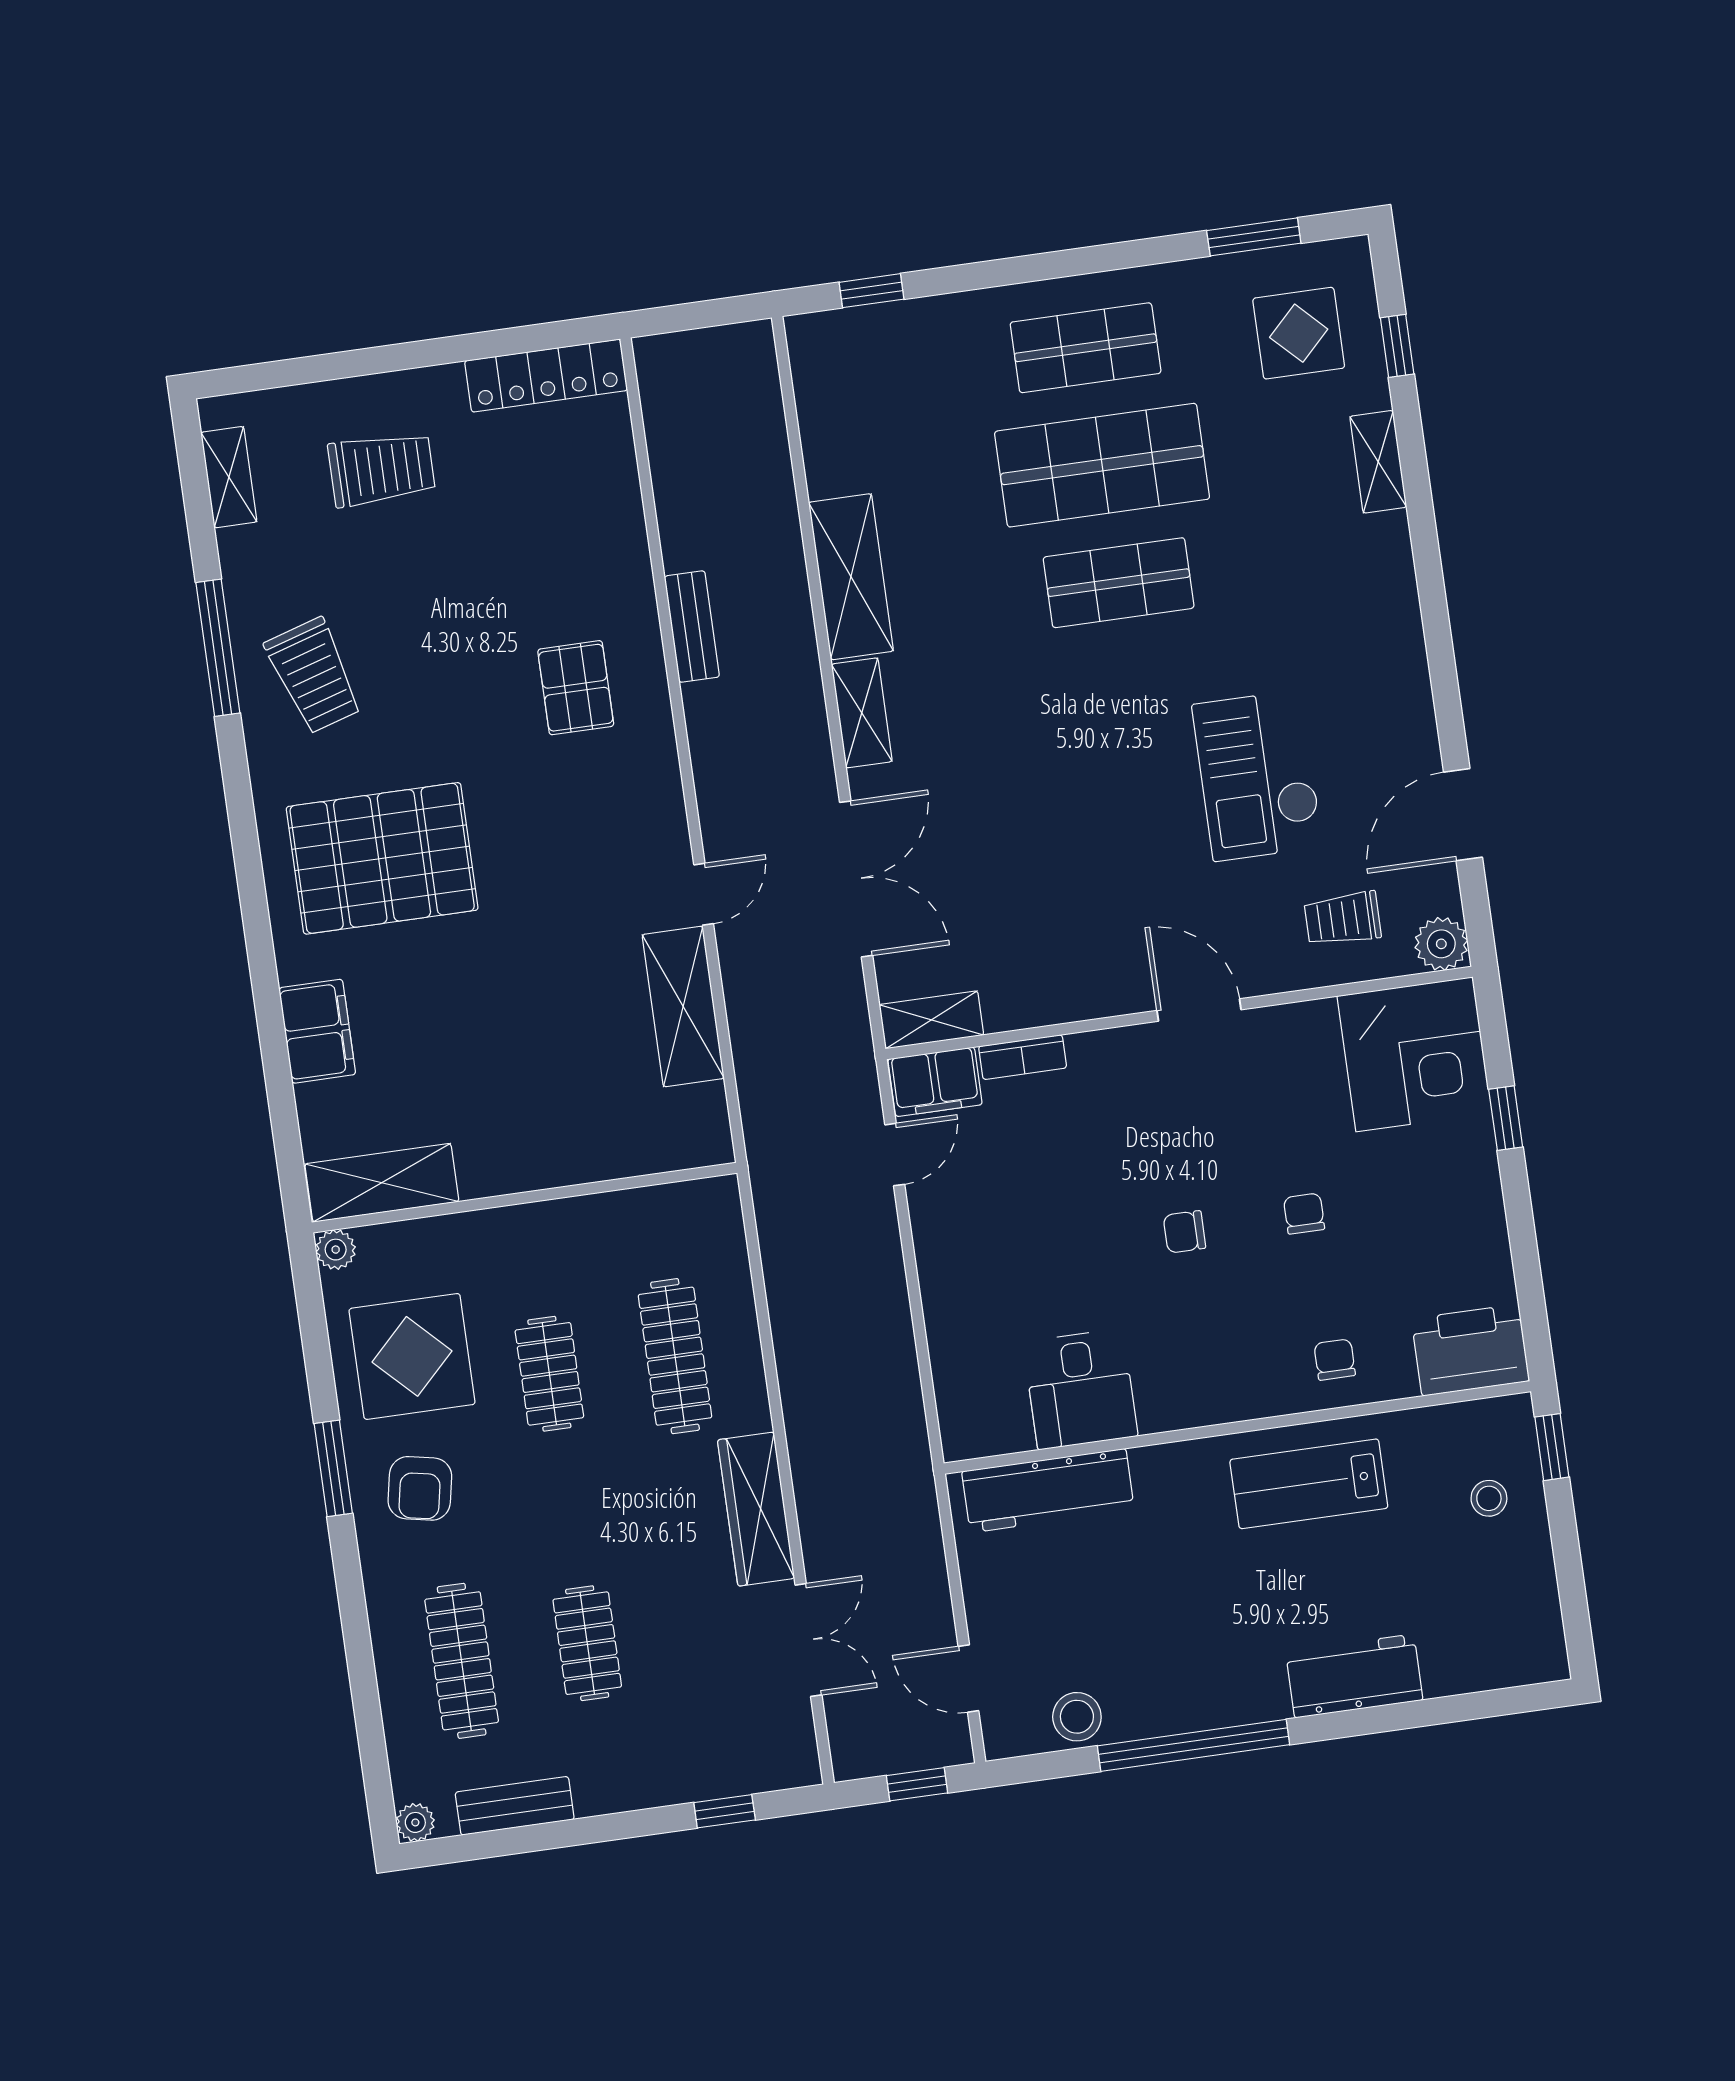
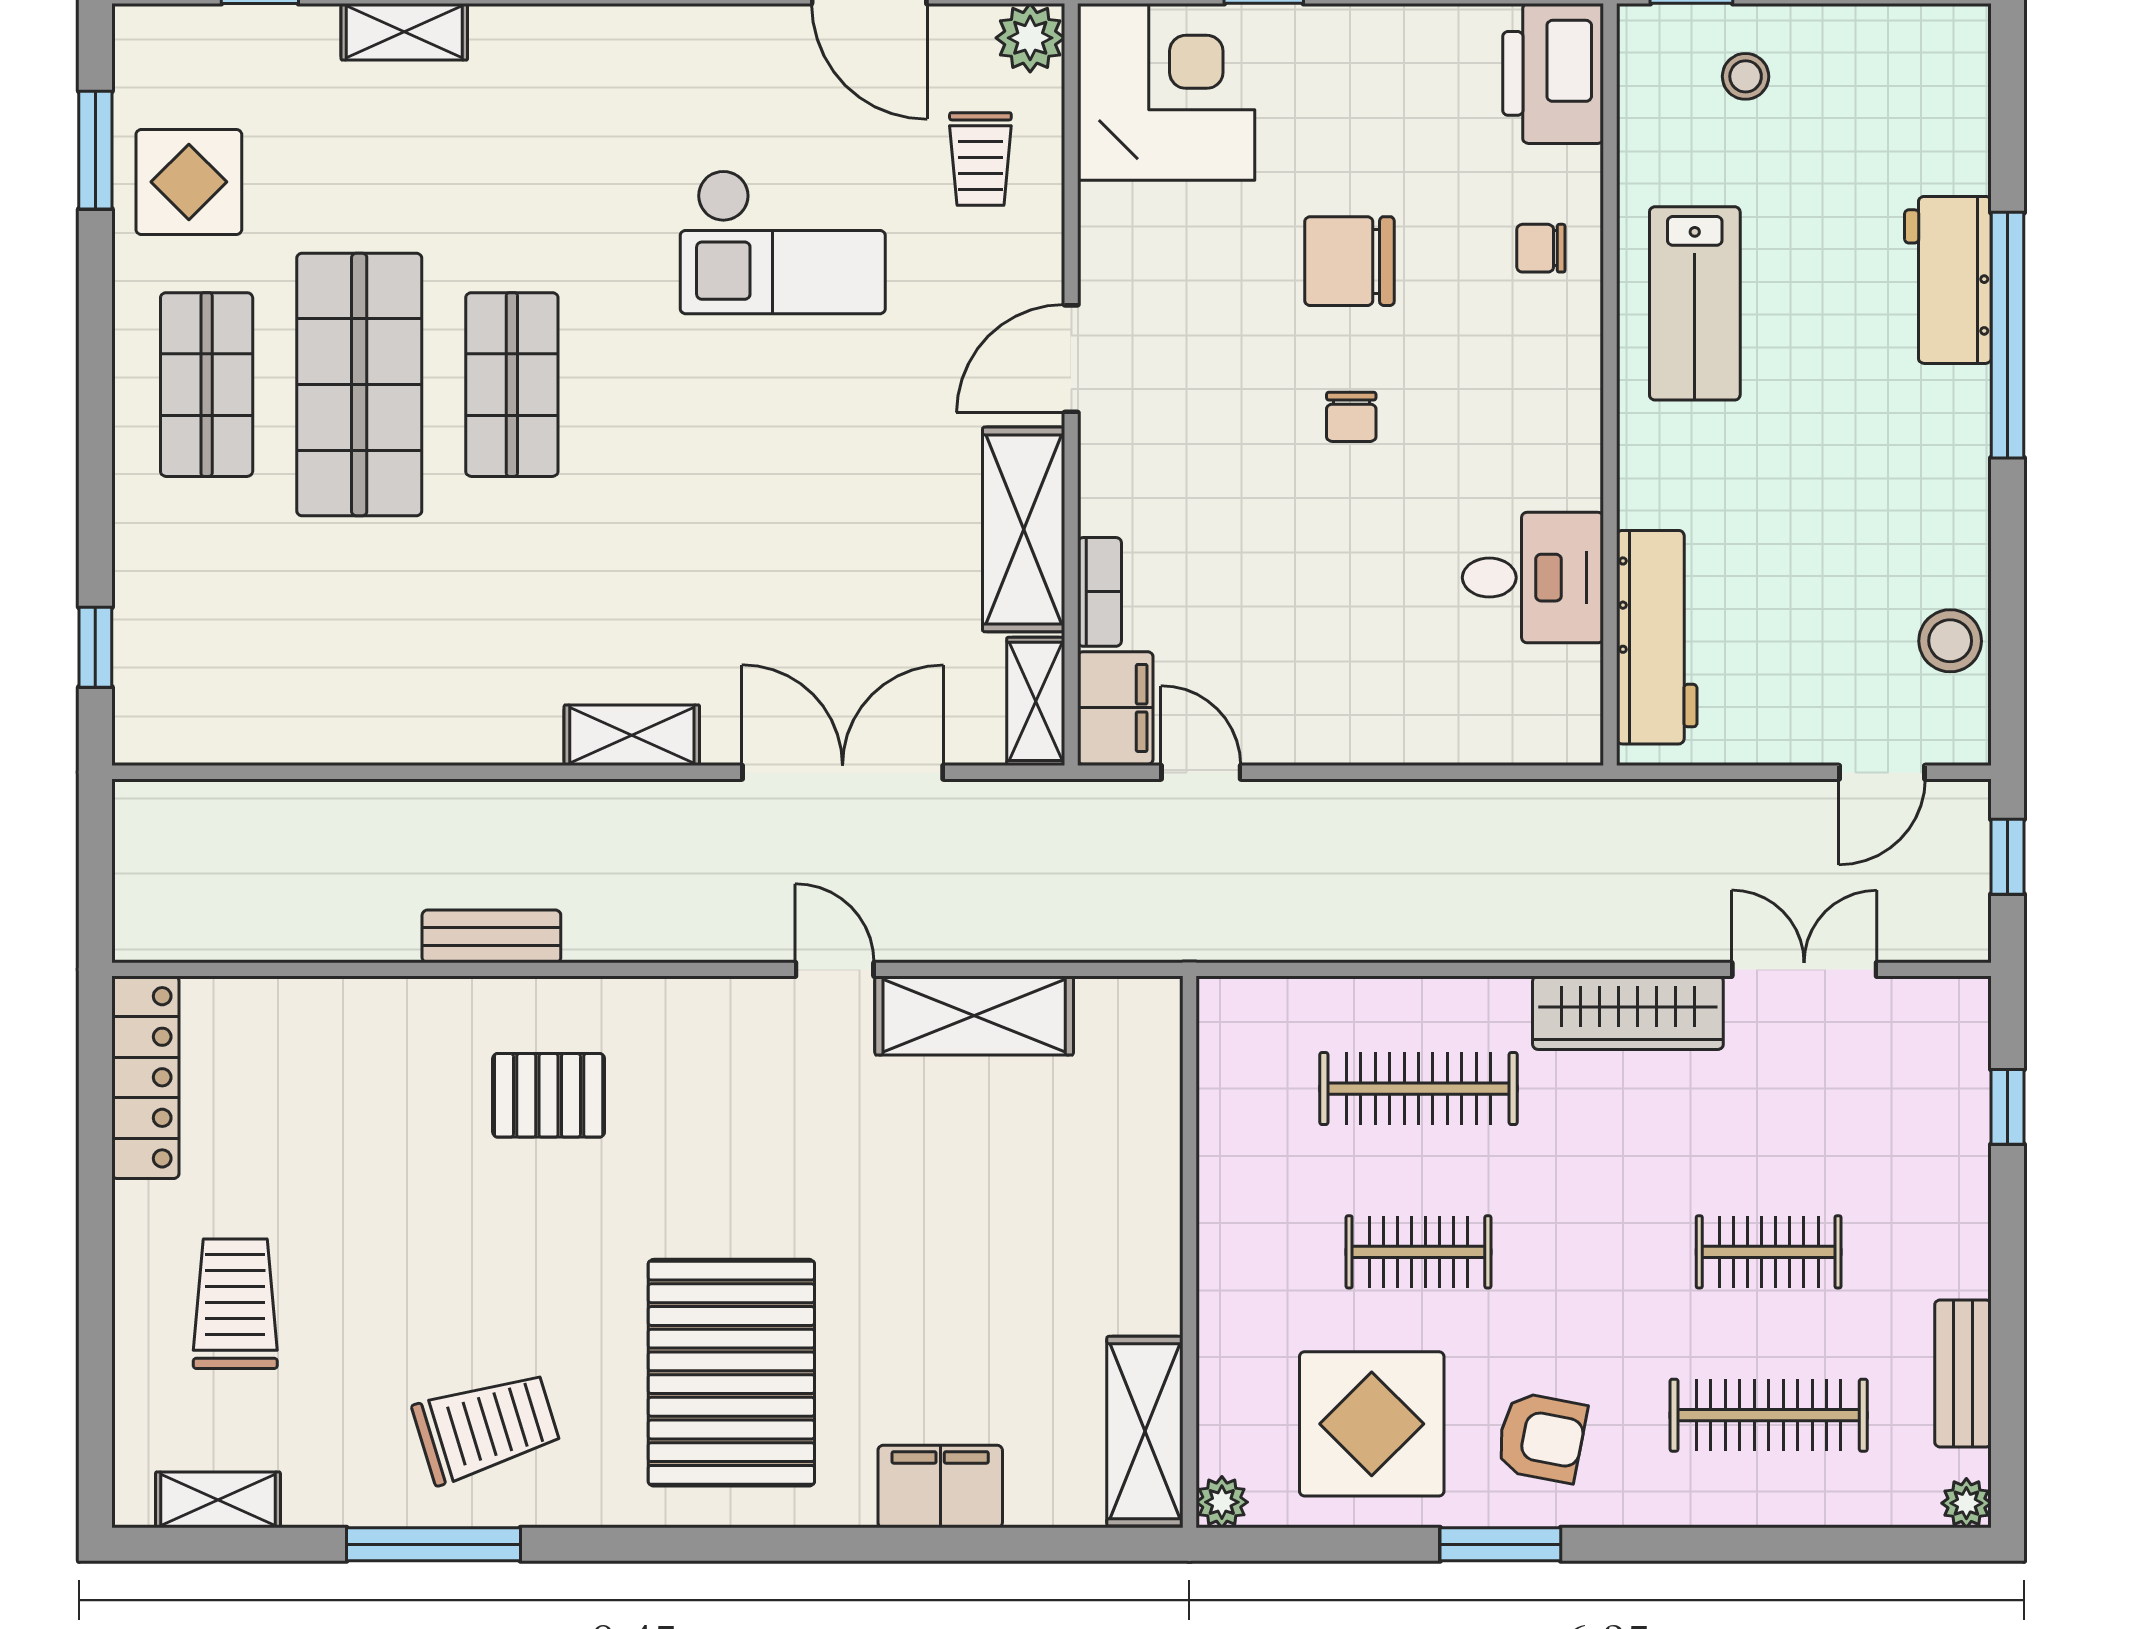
display table: (1299, 333) -> (189, 182), moved
shelving: (851, 577) -> (1024, 529), moved, turned 90
chair: (1304, 1214) -> (1349, 261), width x1.87, depth x1.87
window: (1193, 1745) -> (2008, 335), moved

